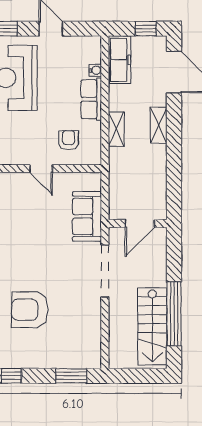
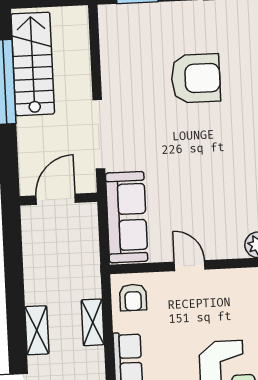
armchair: (69, 140) -> (133, 297), moved
sofa: (87, 216) -> (127, 217), width x1.36

